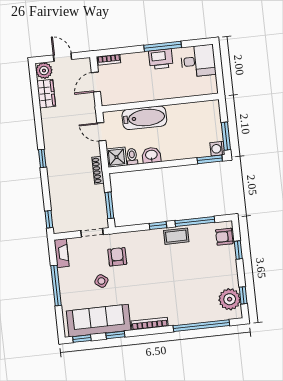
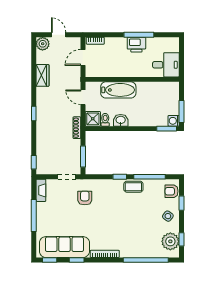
desk: (198, 61) -> (166, 65), moved
wardrobe: (46, 94) -> (42, 75), moved
side table: (101, 281) -> (168, 216), moved

